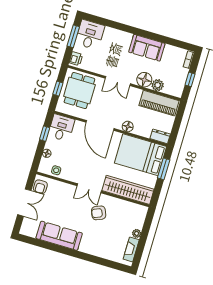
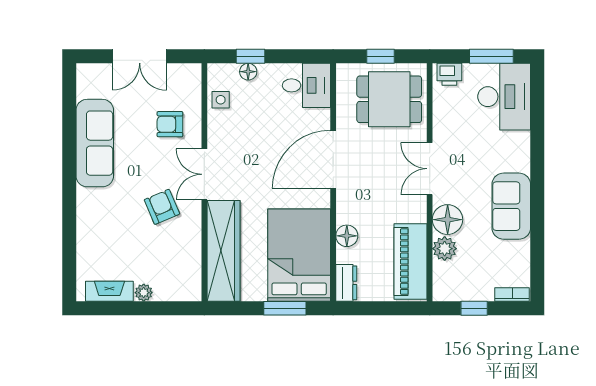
desk: (90, 35) -> (504, 97), width x1.37
floor lamp: (128, 127) -> (347, 236), moved
window: (45, 134) -> (250, 56), moved
armchair: (40, 187) -> (170, 124), moved

